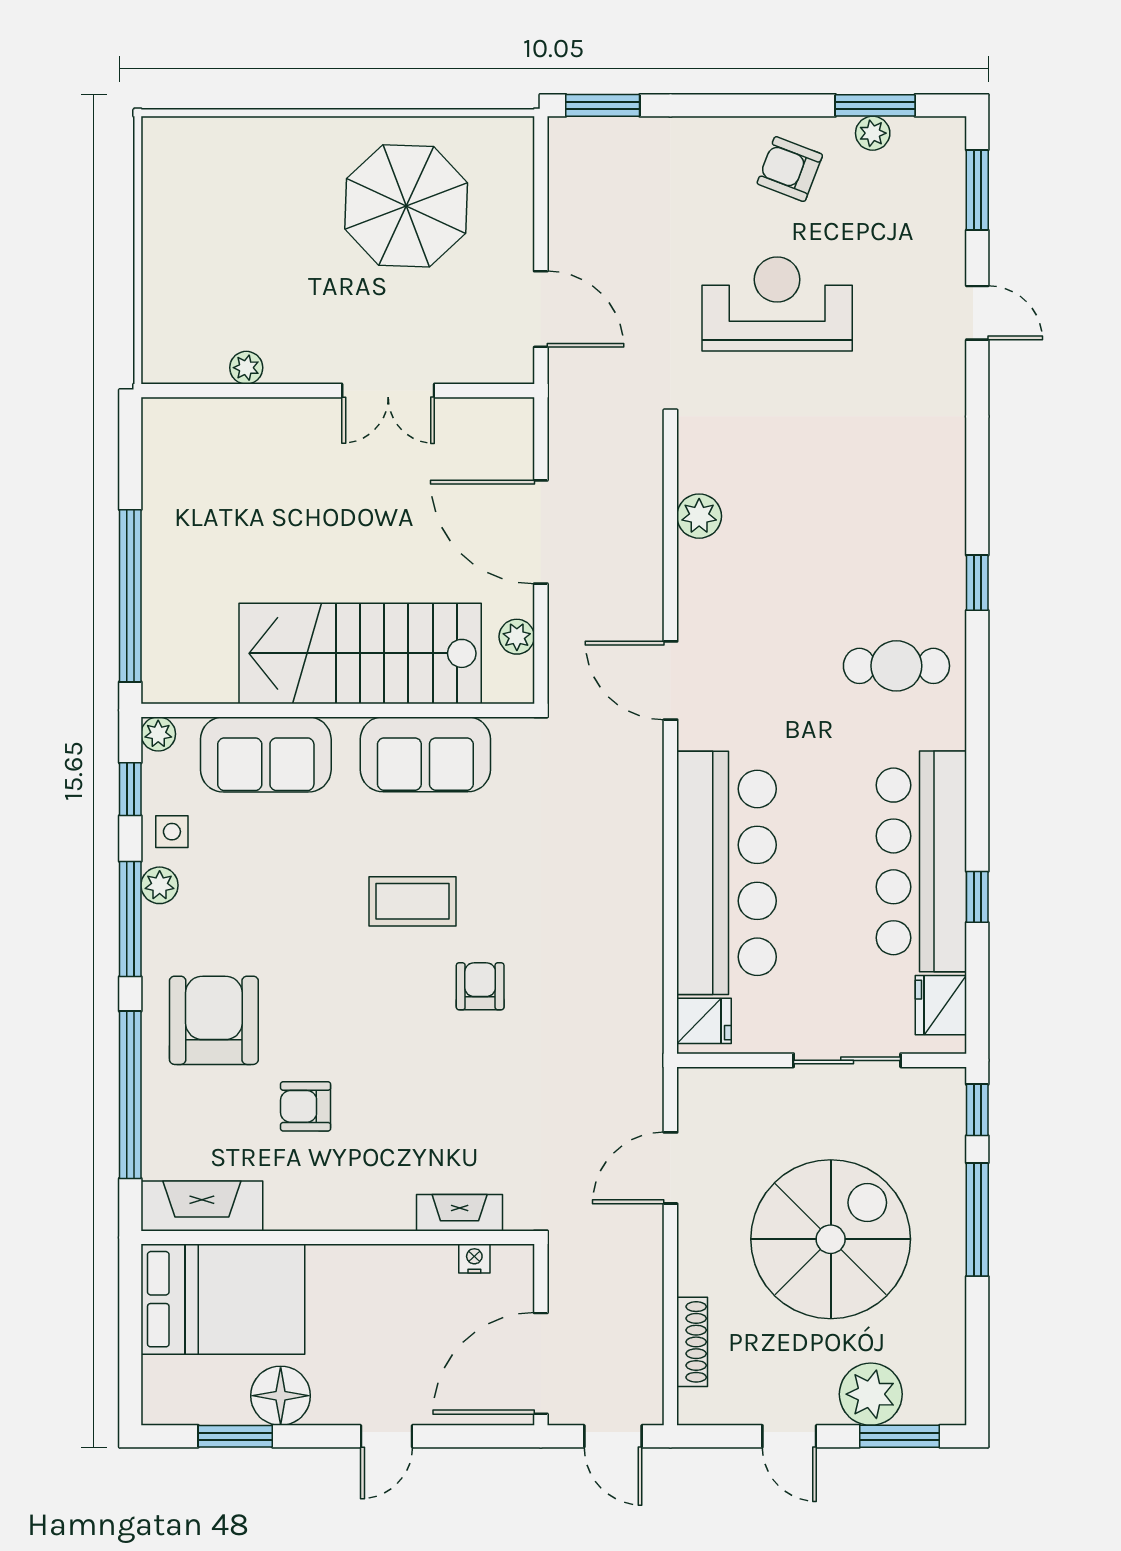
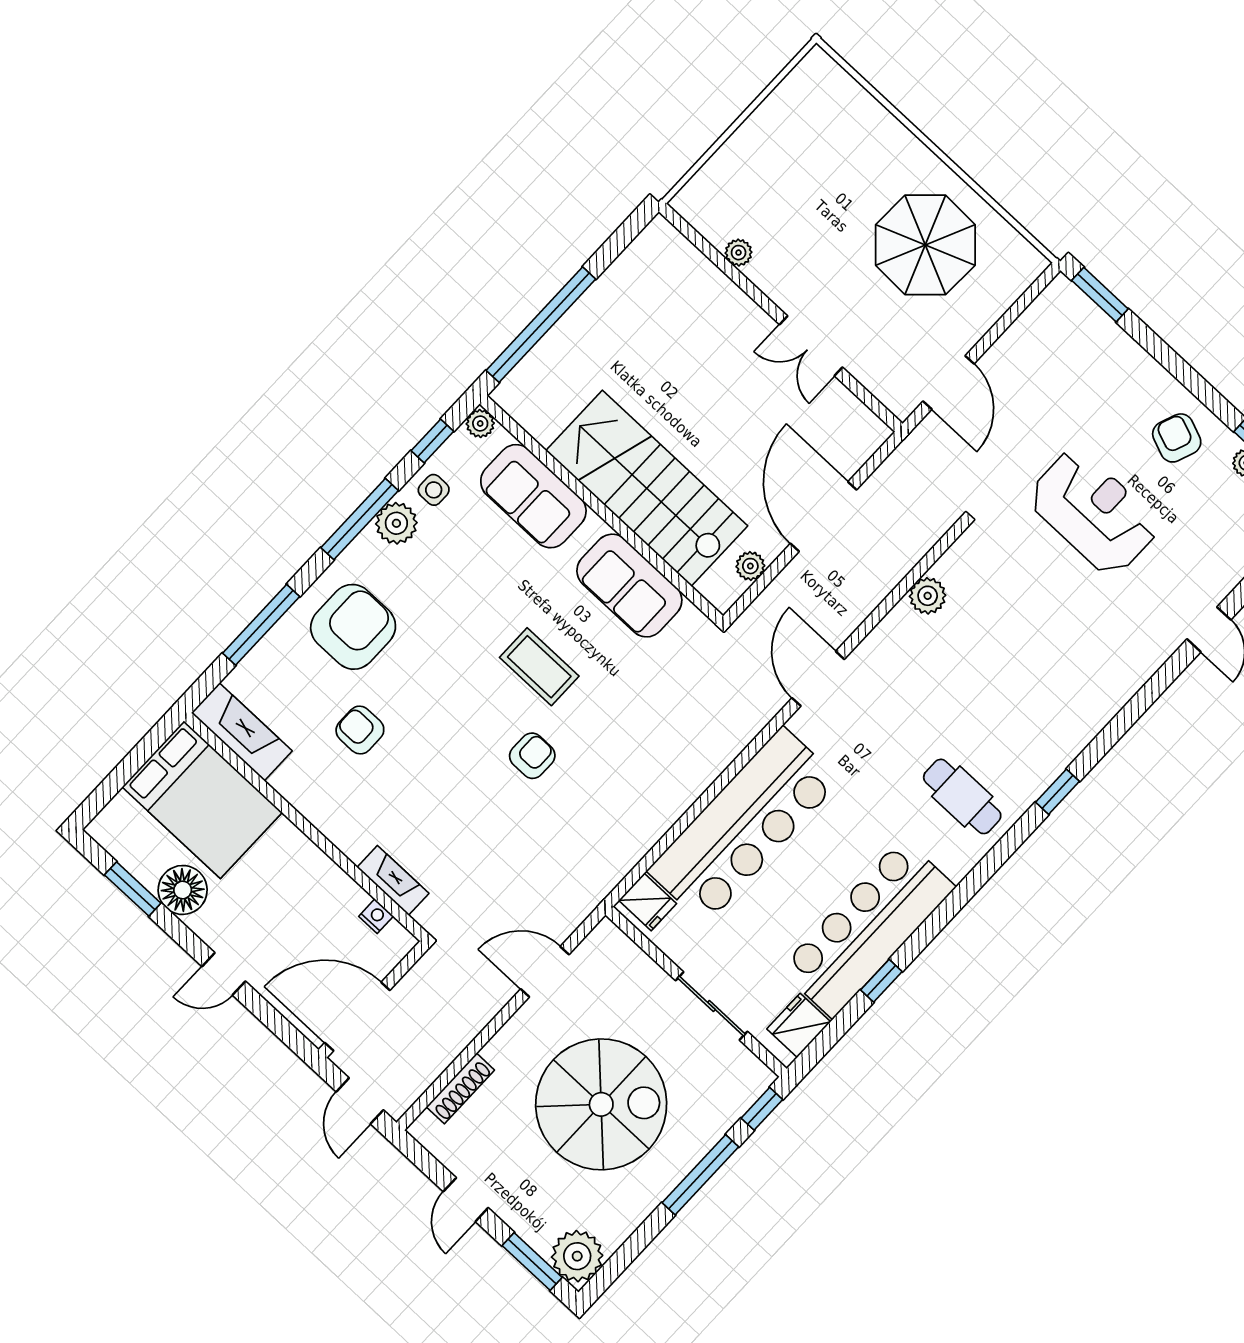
plant: (160, 885) -> (396, 523), width x1.38, depth x1.38
window: (130, 1095) -> (261, 625), width x0.68
plant: (871, 1394) -> (577, 1256), moved

